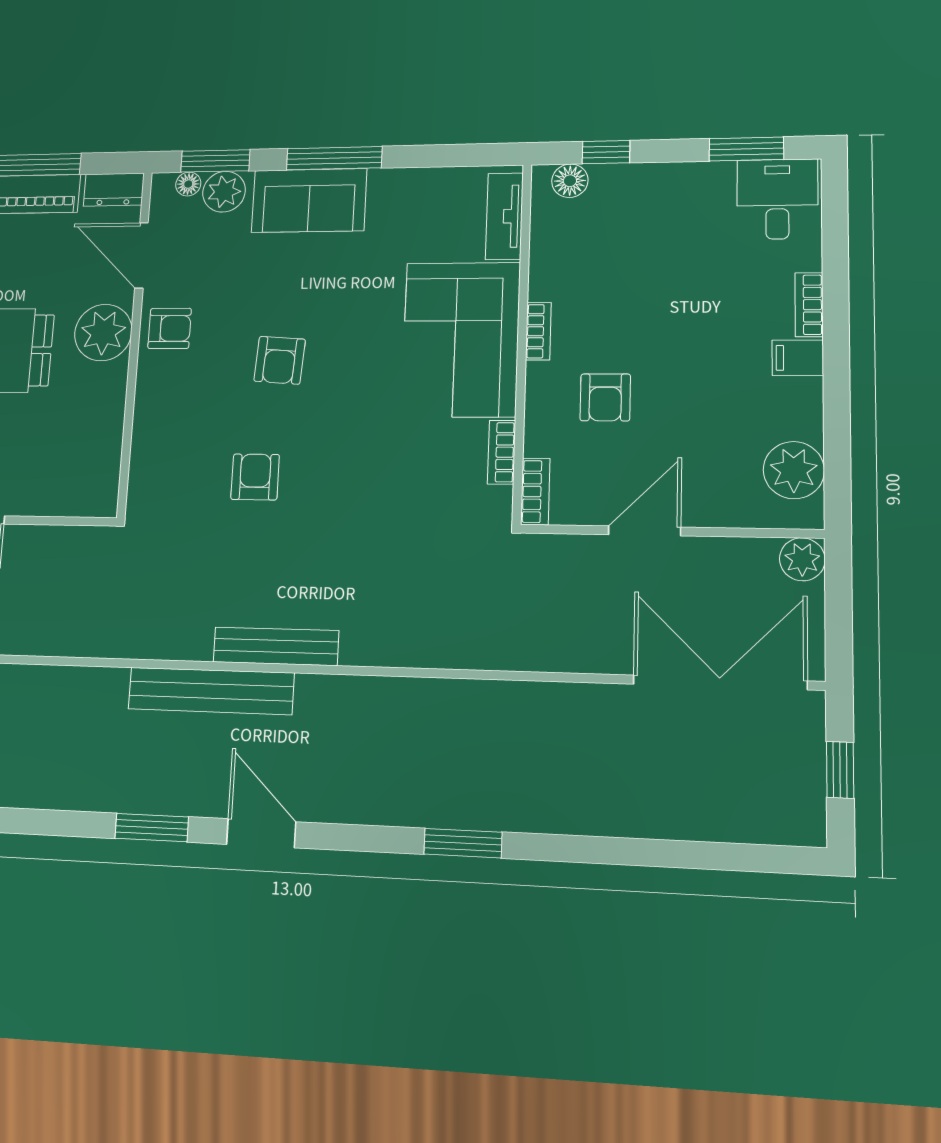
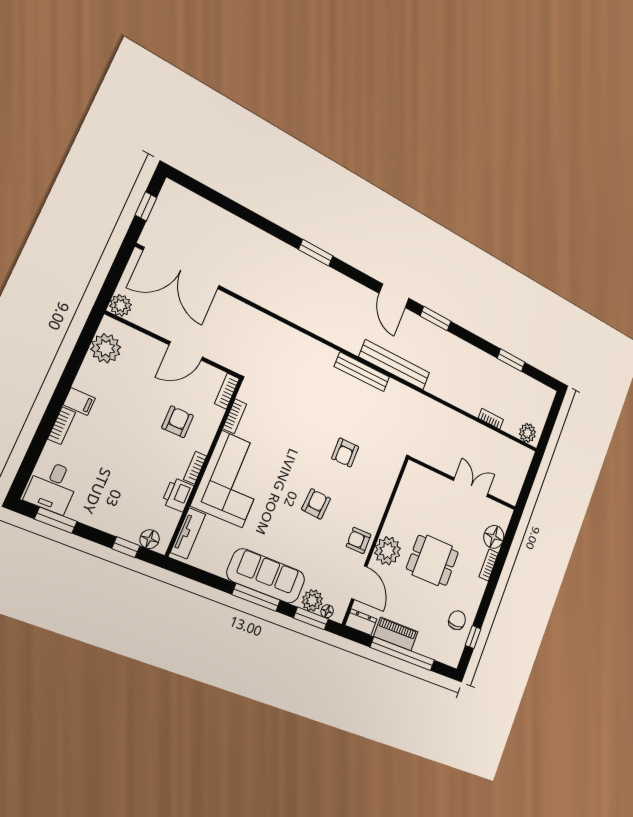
sofa: (309, 200) -> (266, 576), width x1.36
printer: (551, 273) -> (178, 495), added

